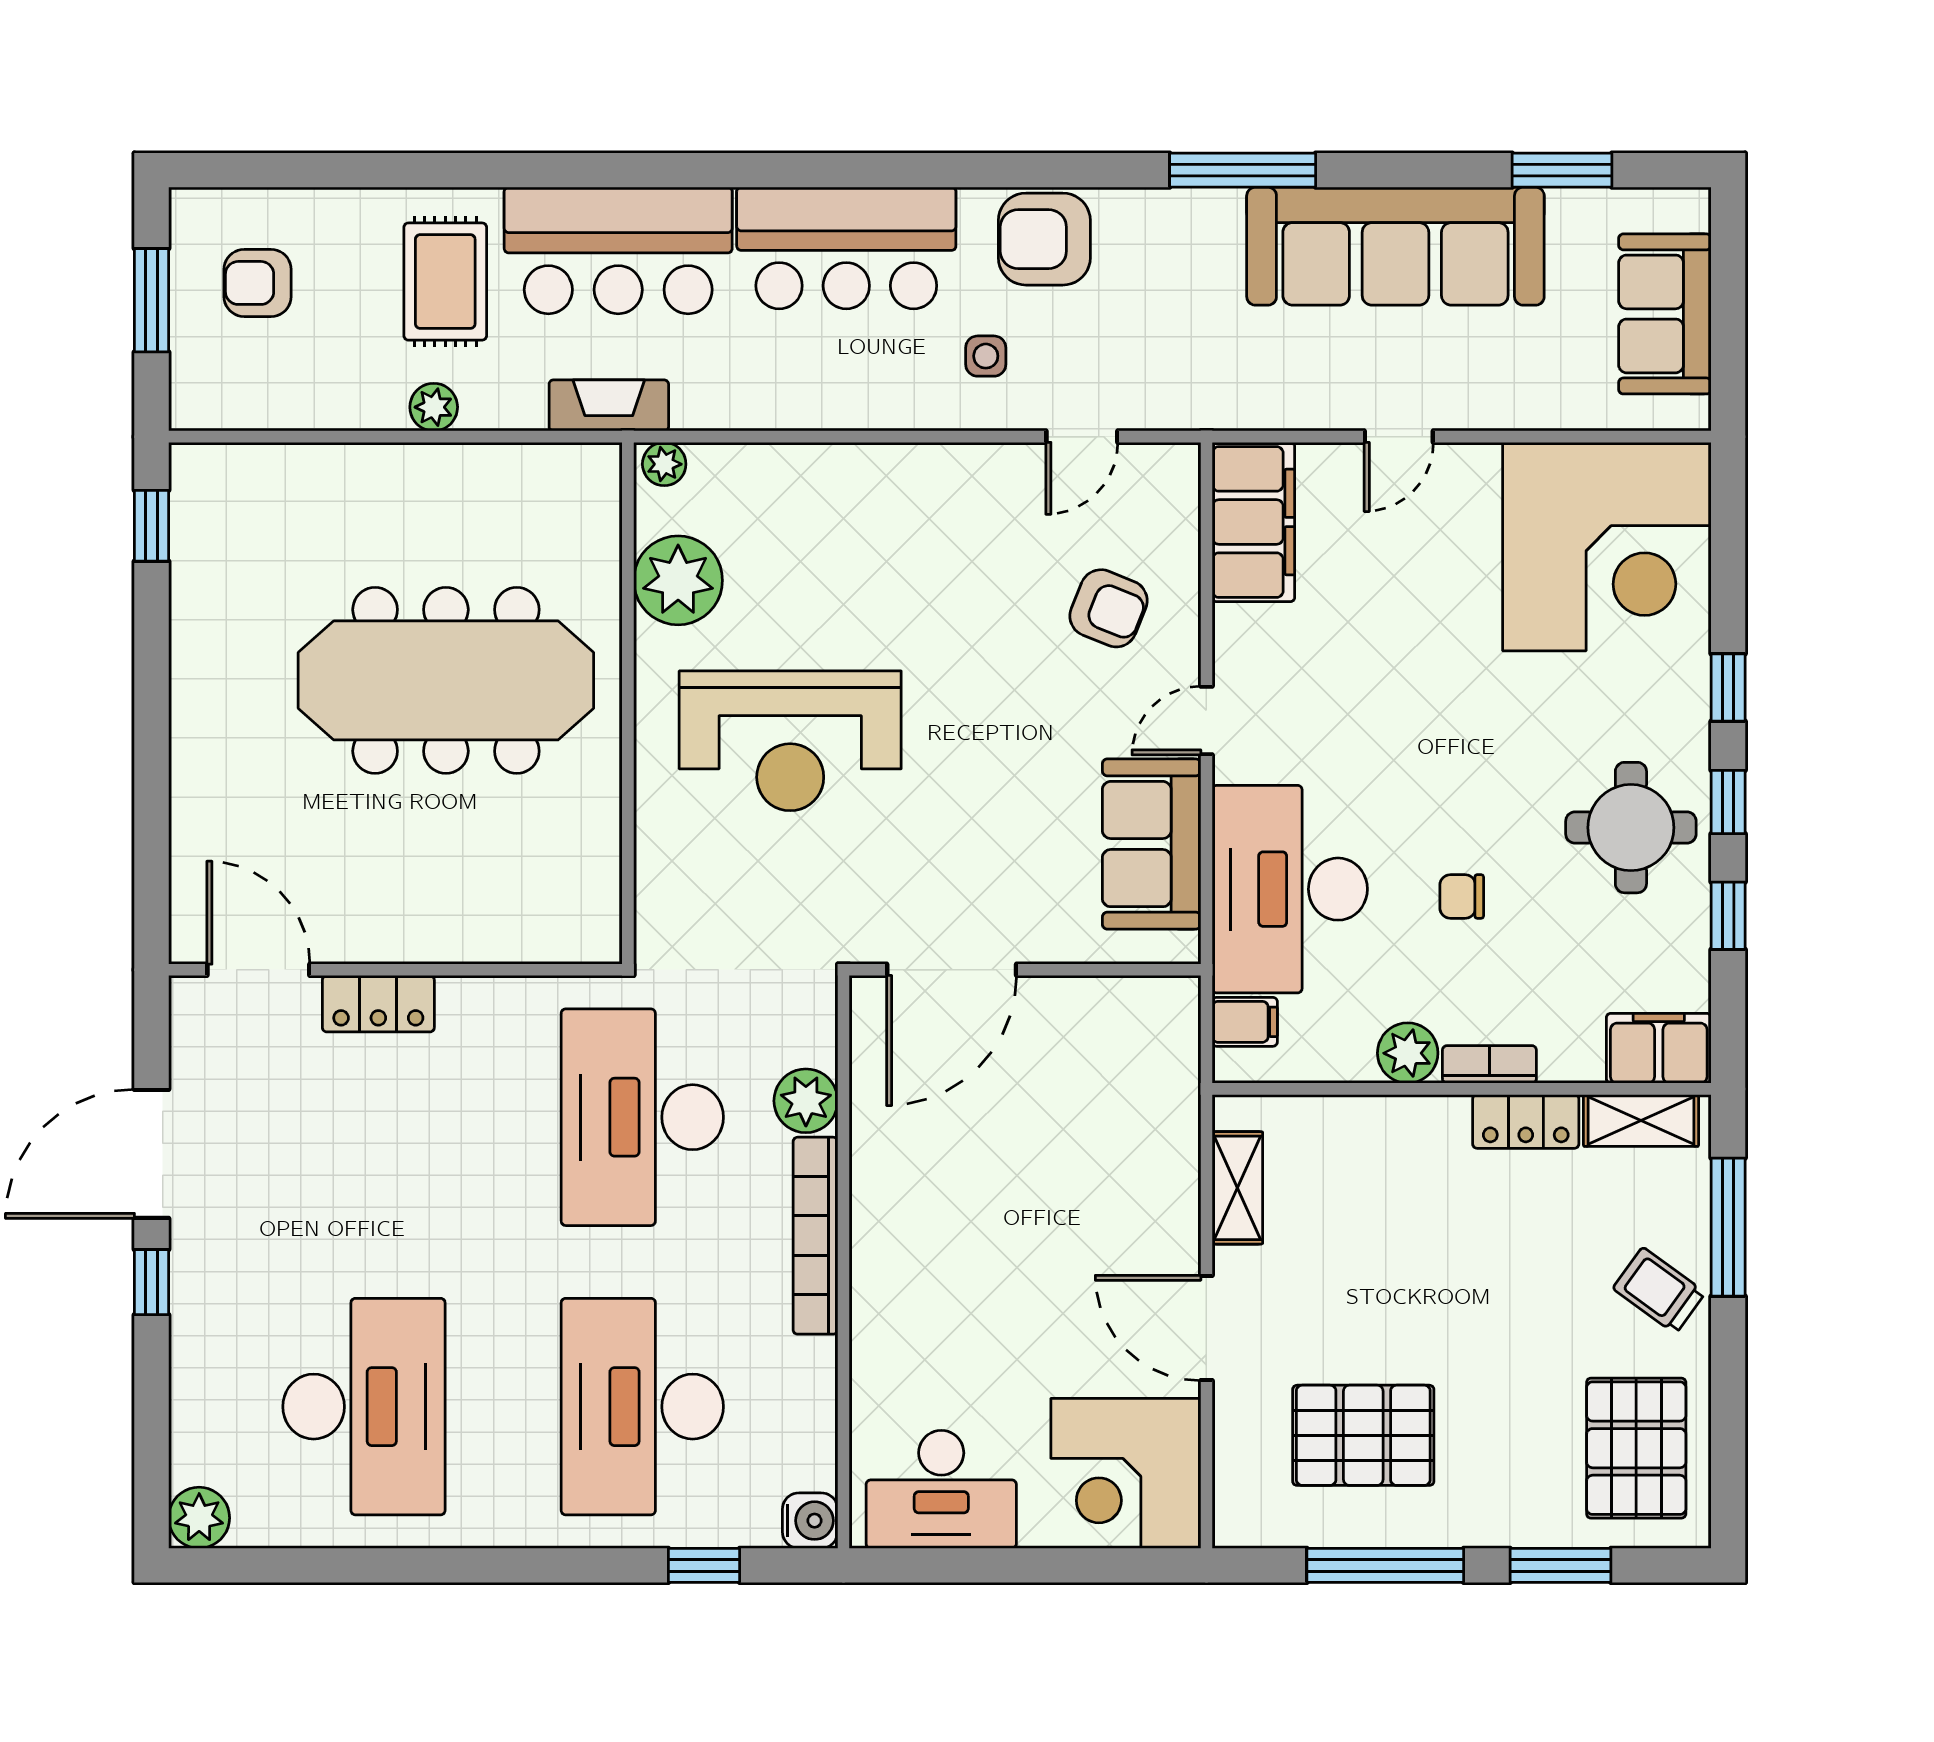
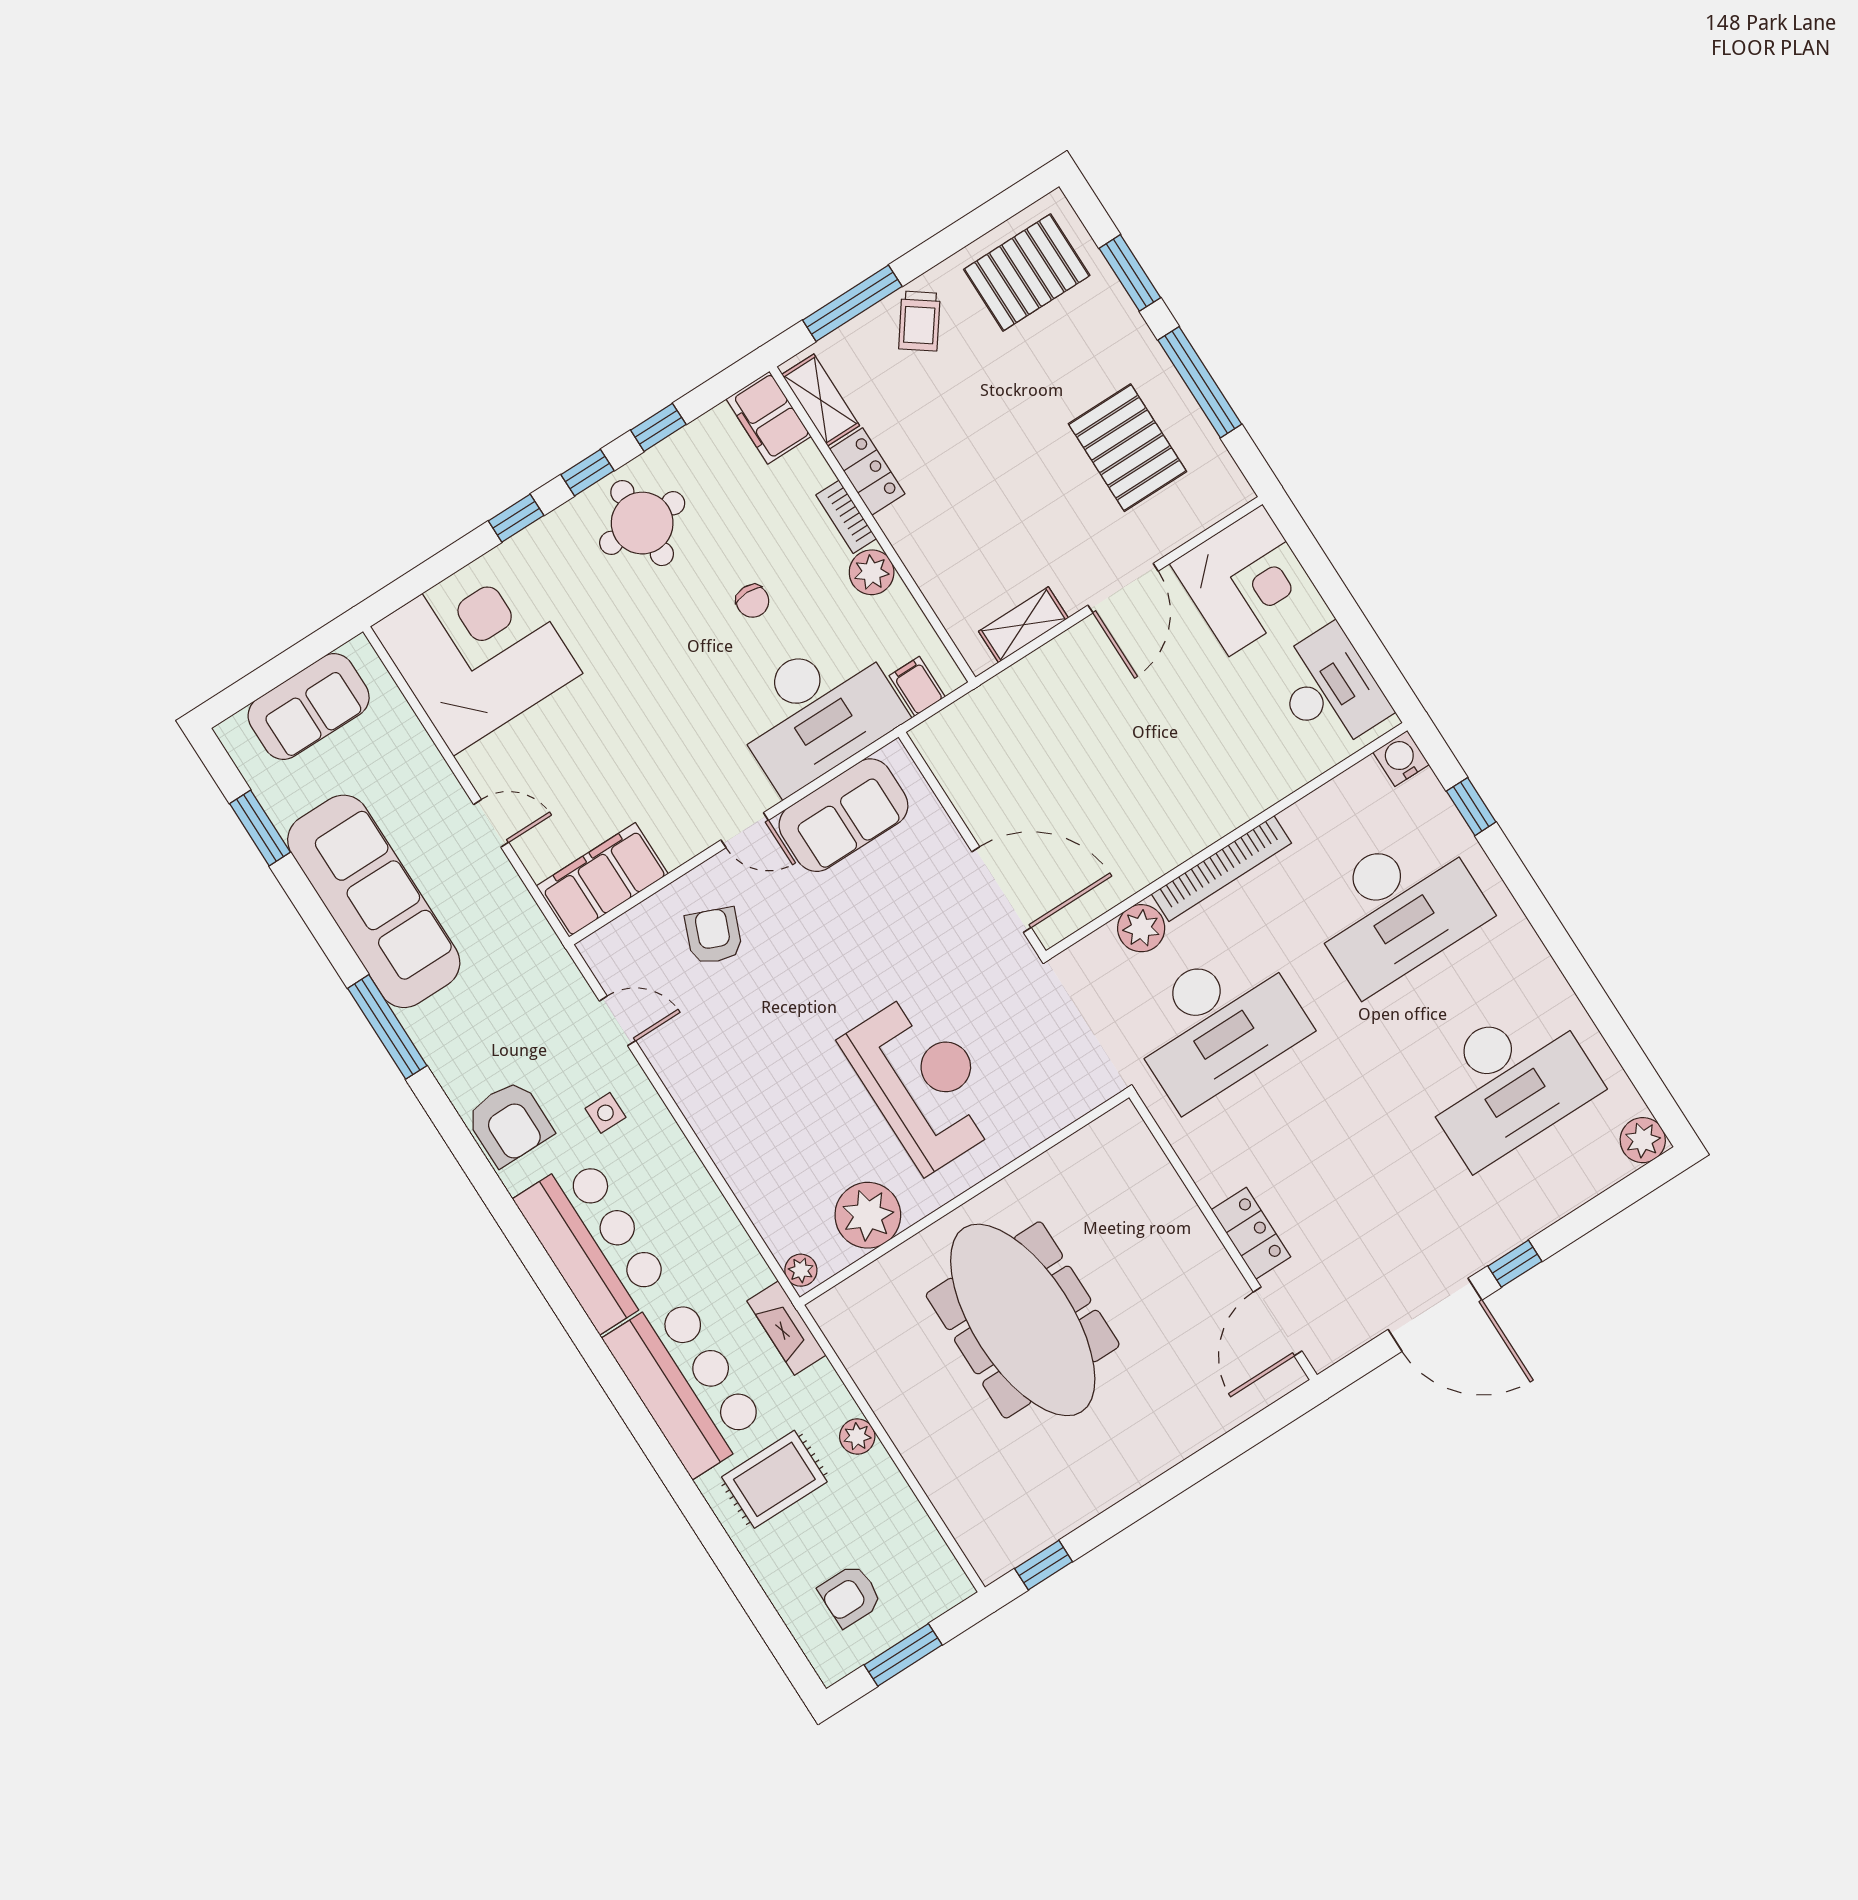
armchair: (258, 283) -> (850, 1596), turned 90
desk: (364, 1407) -> (1508, 1082), turned 180

